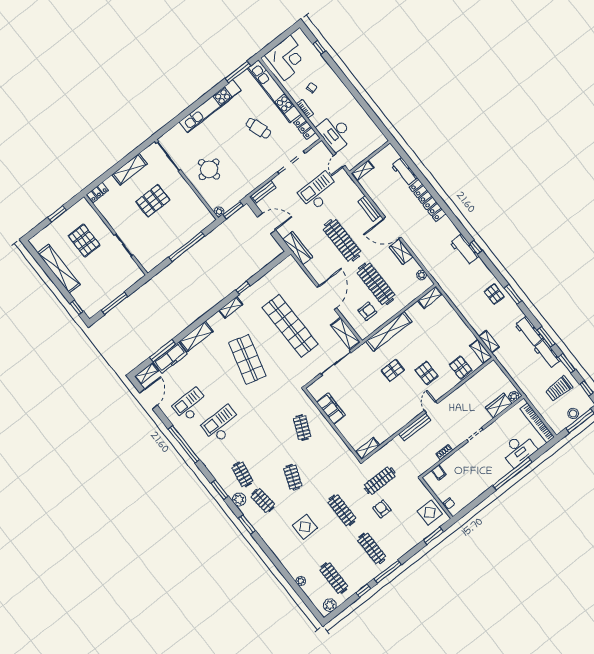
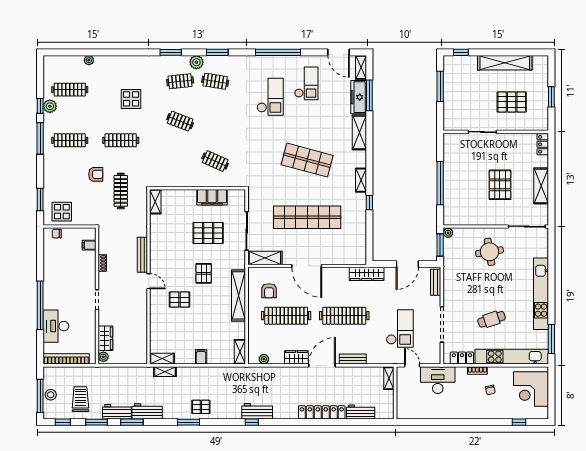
filing cabinet: (457, 323) -> (201, 357), added
pallet: (461, 368) -> (208, 233), moved, width x1.50, depth x1.42
plant: (330, 605) -> (50, 106), moved

